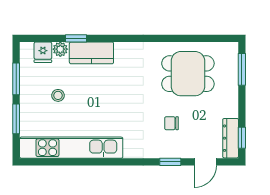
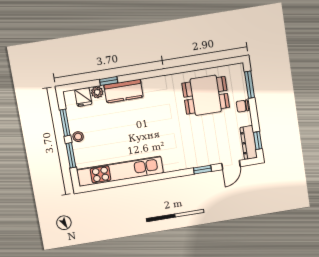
stool: (58, 95) -> (78, 137), moved
chair: (171, 123) -> (243, 106), moved

